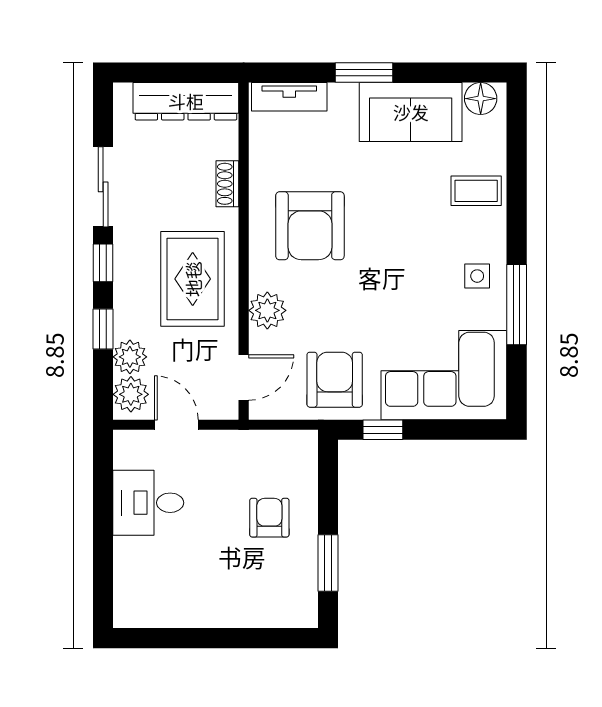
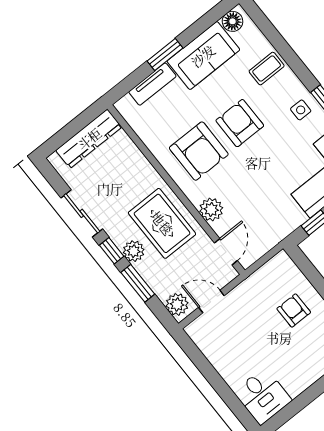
tv unit: (289, 97) -> (152, 84), moved
shoe rack: (227, 184) -> (142, 163), removed
window: (103, 329) -> (138, 283), width x1.50
plant: (130, 357) -> (134, 251), moved
armchair: (335, 380) -> (240, 123), moved
desk: (148, 503) -> (263, 396), moved, turned -90

